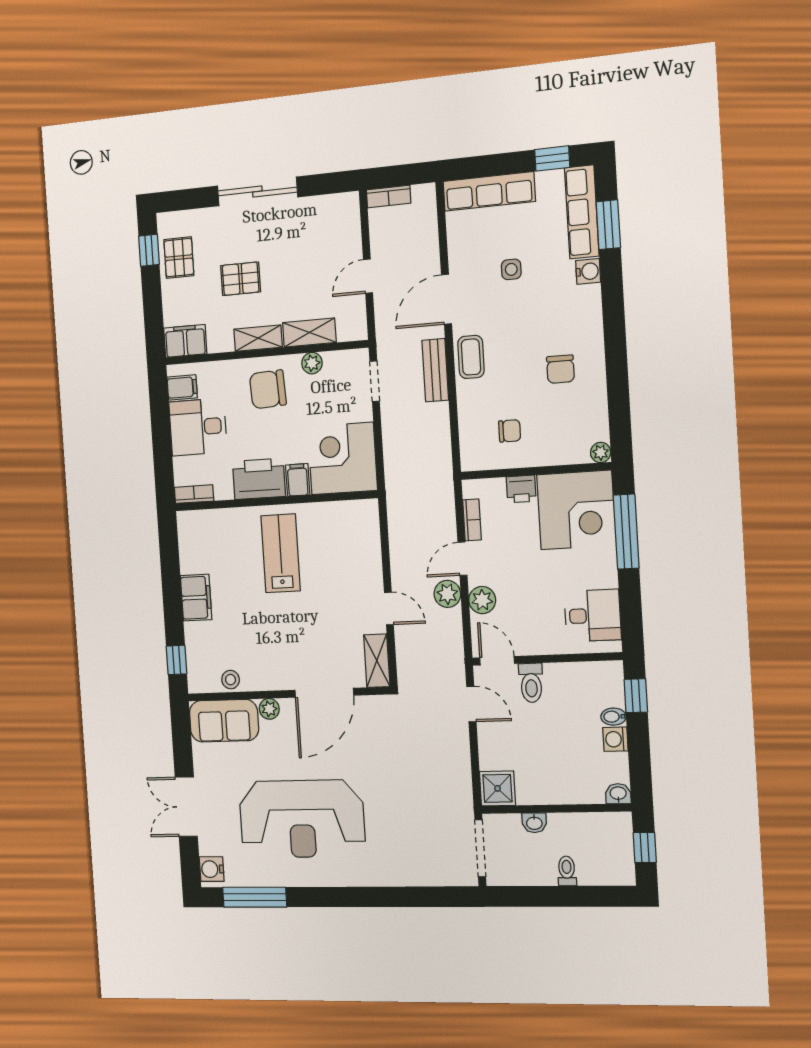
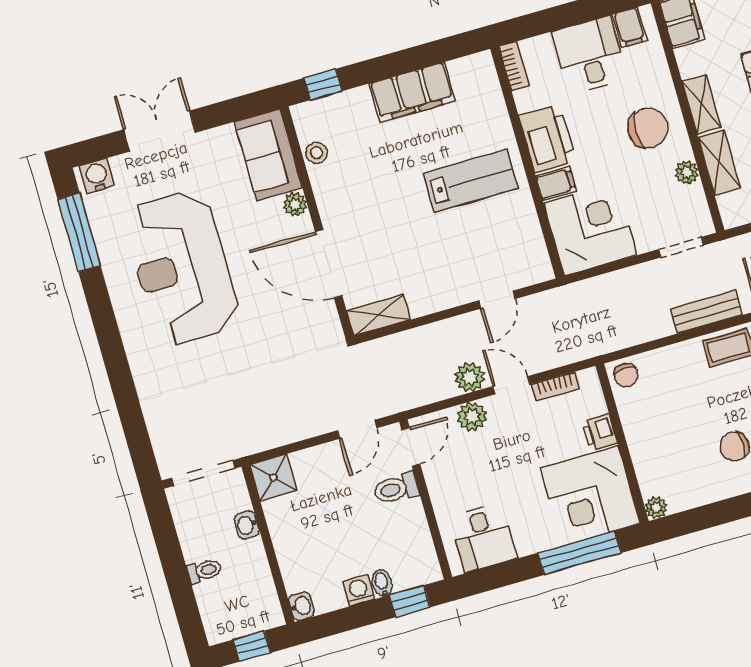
chair: (268, 389) -> (648, 128), turned 93
chair: (510, 431) -> (626, 375), moved
filing cabinet: (196, 598) -> (412, 92), width x1.50, depth x1.17
door: (389, 609) -> (497, 300), moved

